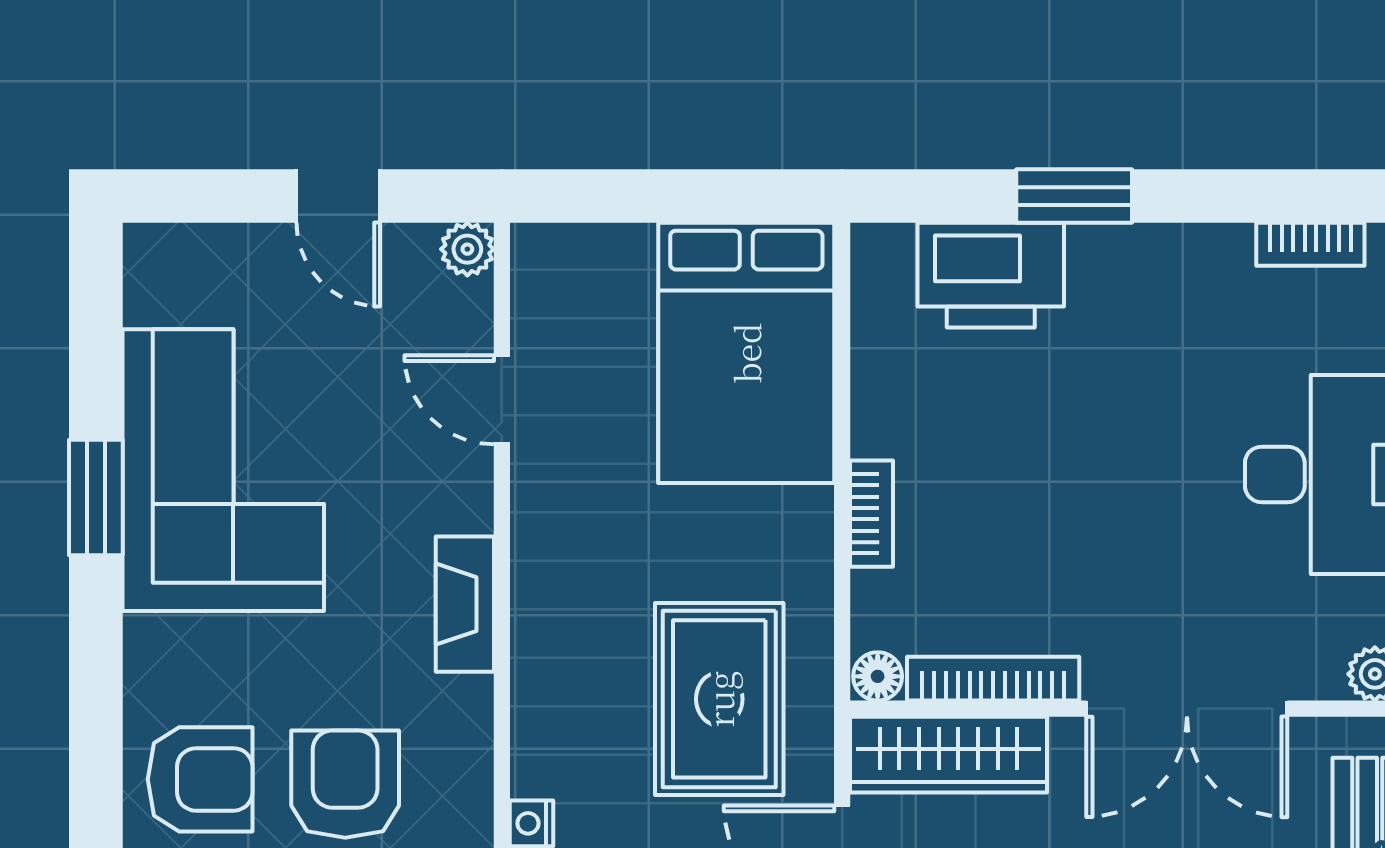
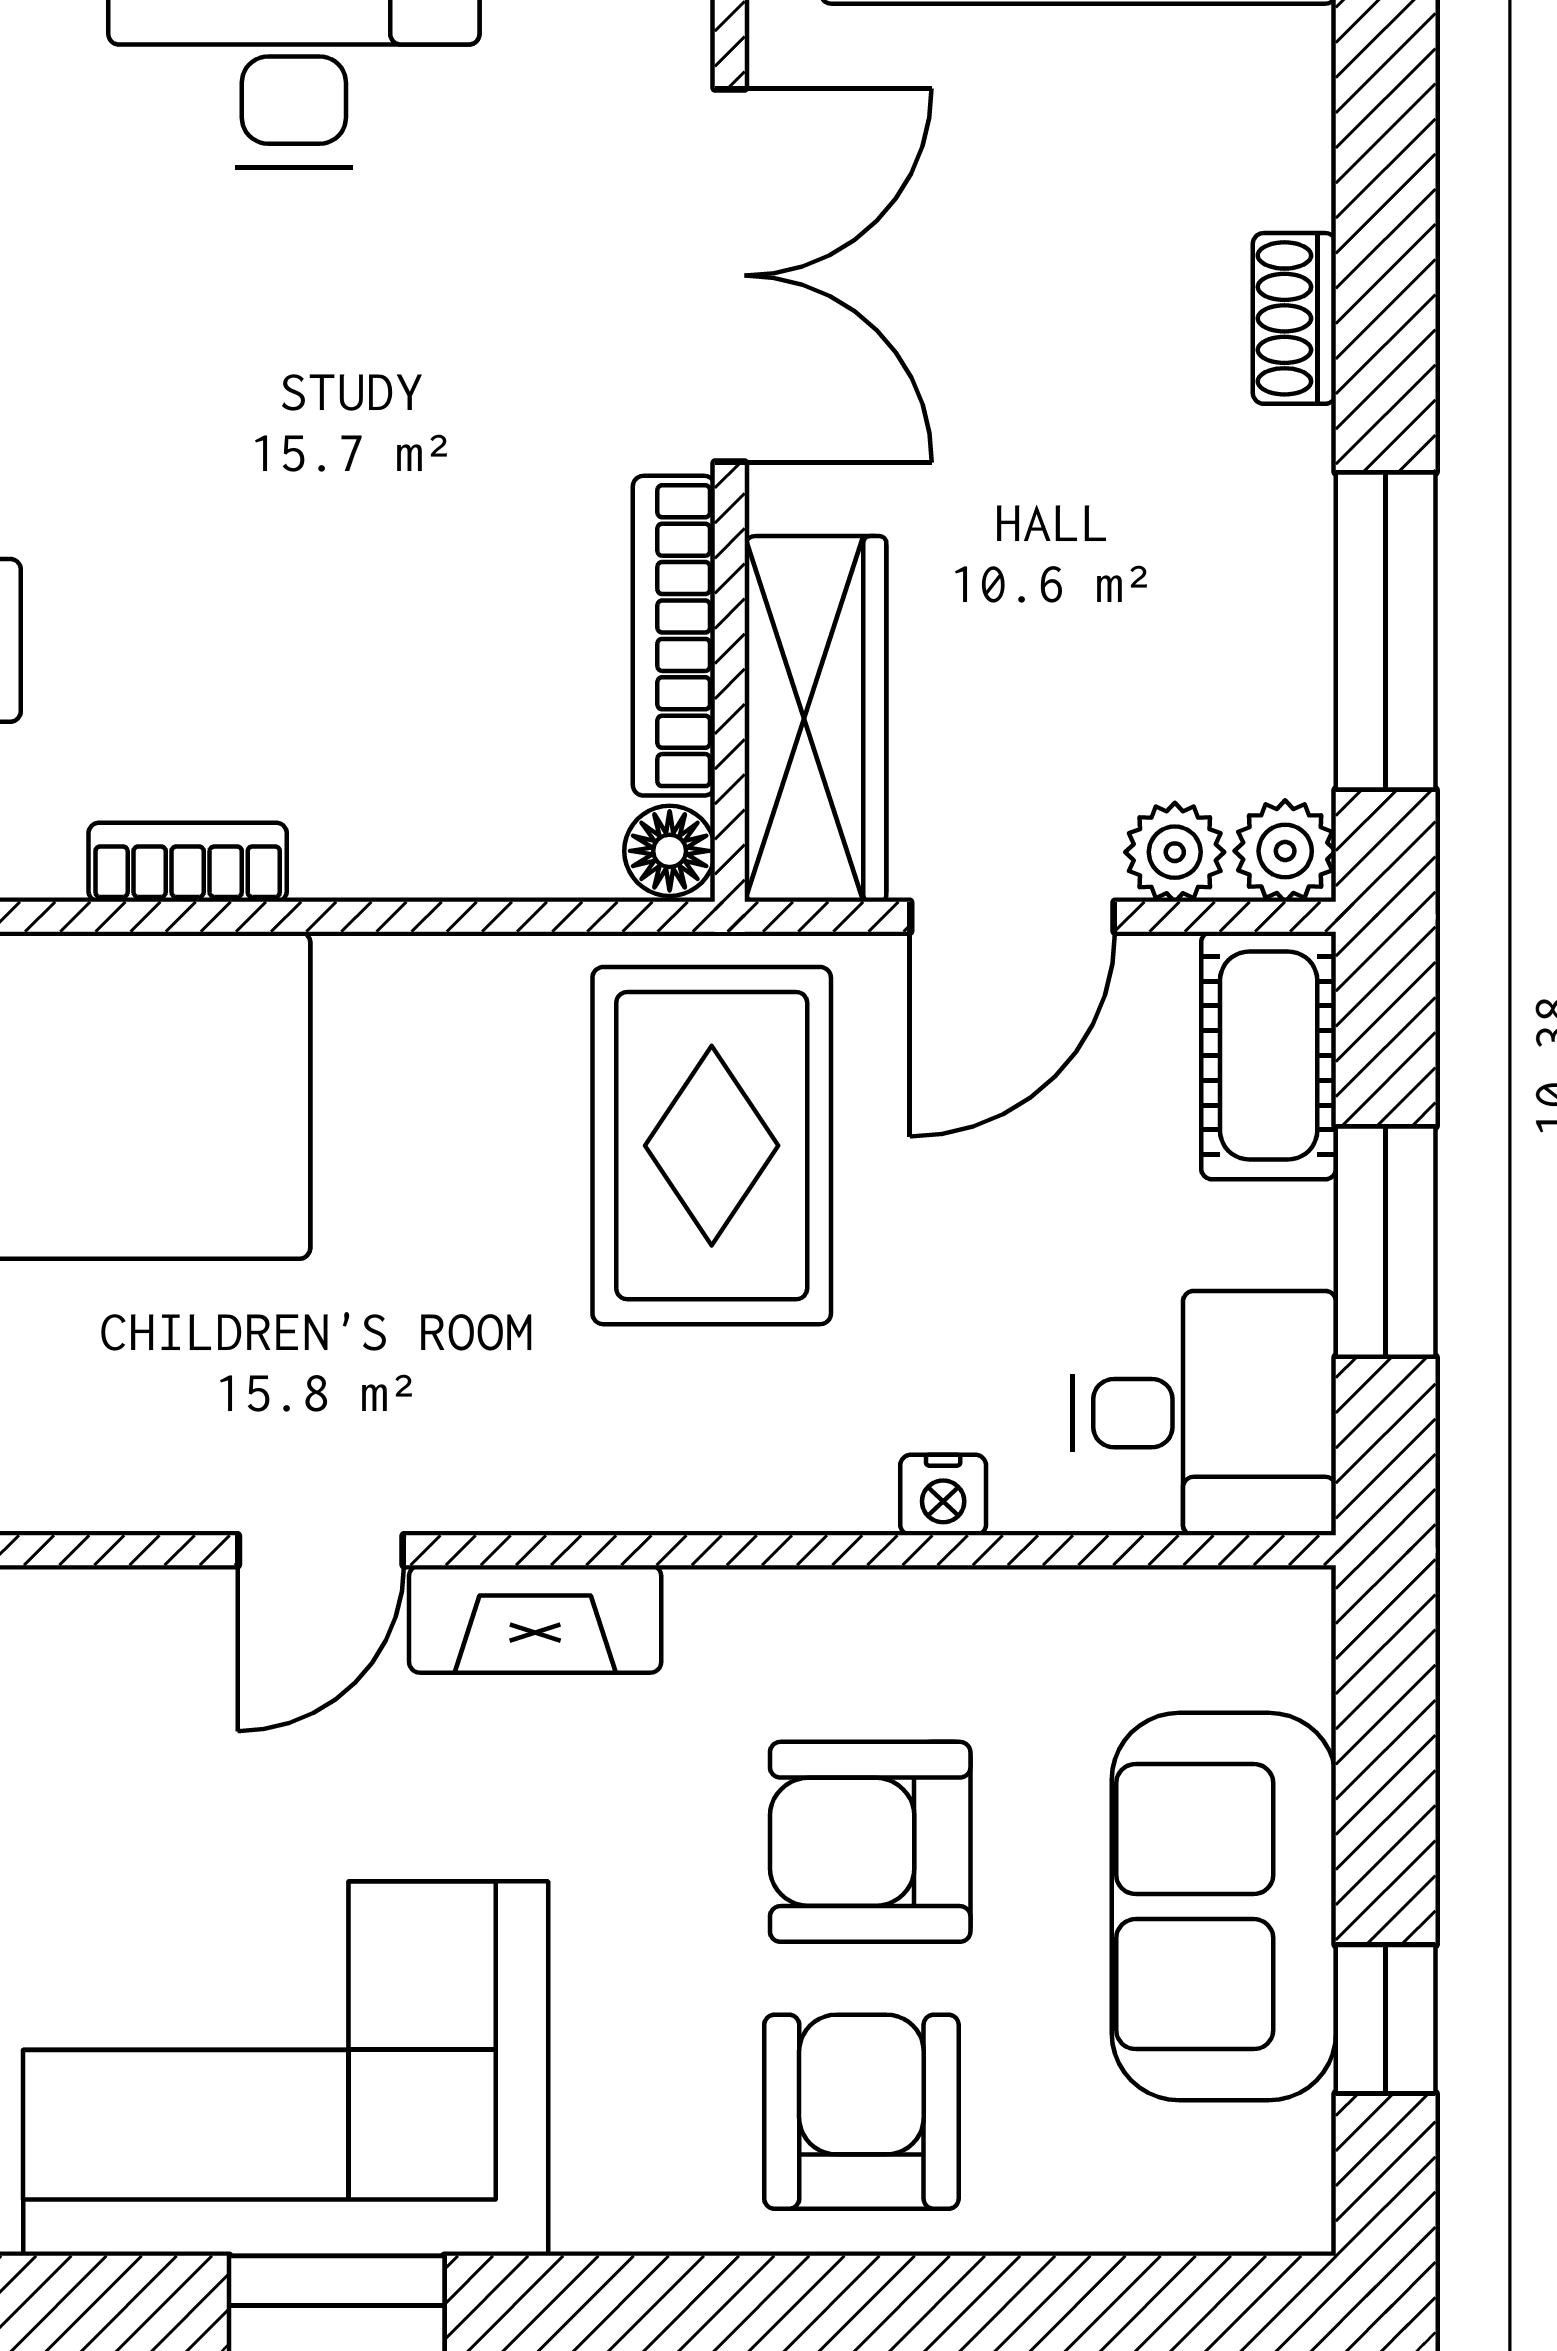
door: (502, 400) -> (321, 1550), moved
bookcase: (872, 514) -> (188, 862), moved
rug: (719, 699) -> (712, 1146), turned 90

